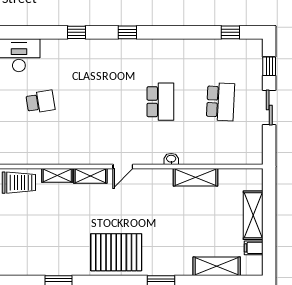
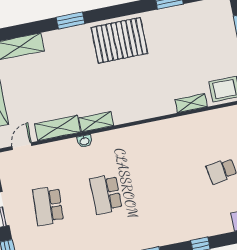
door: (123, 167) -> (22, 146), moved
shelving: (90, 176) -> (96, 122), moved

